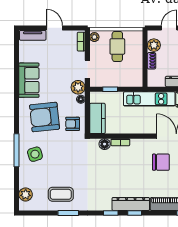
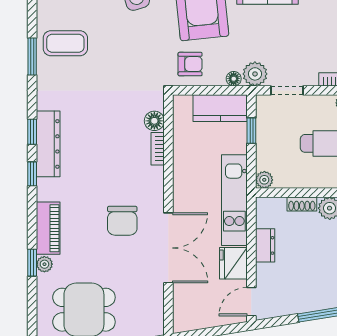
plant: (138, 82) -> (264, 180), added
kitchen counter: (97, 118) -> (220, 108), moved
armchair: (73, 124) -> (190, 64), turned 90
coffee table: (61, 194) -> (65, 43), turned 90
dresser: (131, 204) -> (48, 144), moved

